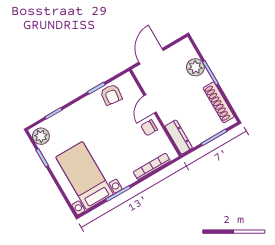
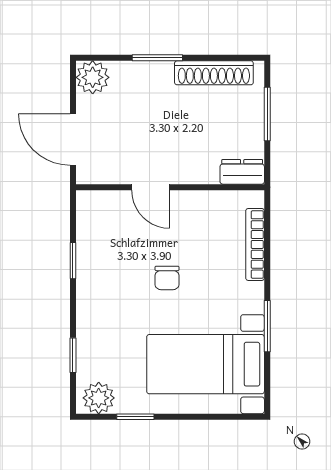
plant: (195, 67) -> (93, 77), moved
armchair: (111, 95) -> (98, 242), removed
chair: (149, 128) -> (167, 278), moved
dresser: (179, 137) -> (242, 172), width x0.70

